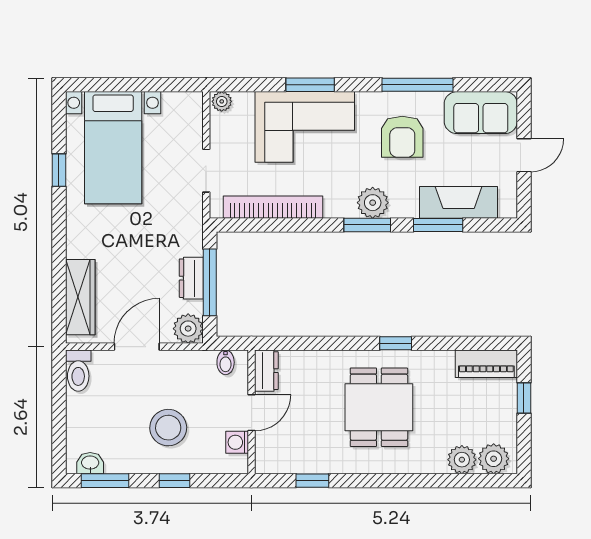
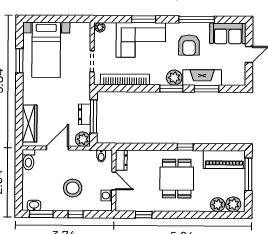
window: (59, 170) -> (19, 61), width x1.50
fireplace: (459, 202) -> (202, 78), moved
piano: (486, 364) -> (224, 160), width x1.37, depth x1.33
window: (524, 398) -> (248, 174), width x2.17
door: (252, 413) -> (114, 181), hinge flipped

